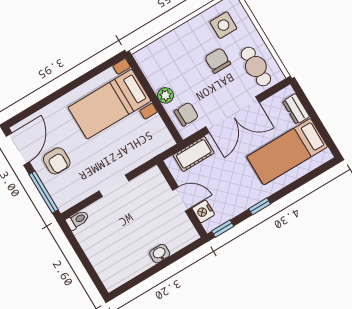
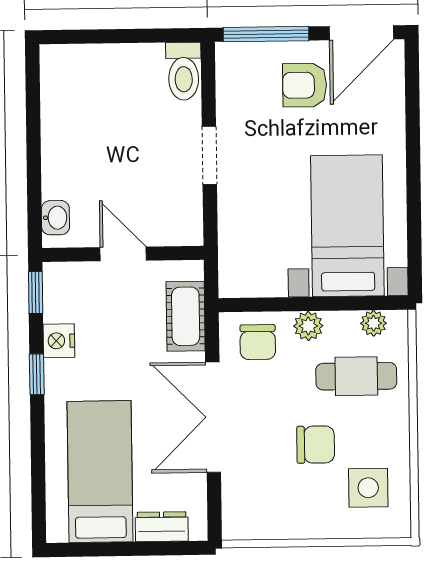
plant: (147, 66) -> (374, 323), added
cafe table: (256, 67) -> (356, 376), moved
door: (18, 149) -> (361, 33), hinge flipped
door: (182, 199) -> (123, 254), swing flipped
nightstand: (203, 211) -> (59, 341), moved, turned -90
toilet: (78, 220) -> (184, 71), width x1.37, depth x1.39
washbasin: (160, 254) -> (55, 218), moved

